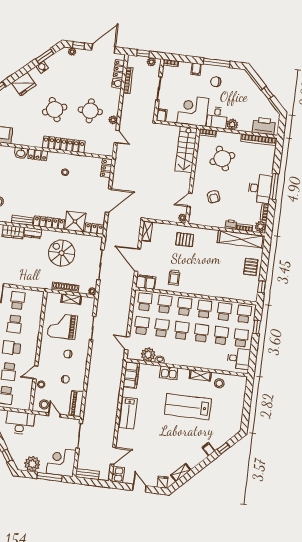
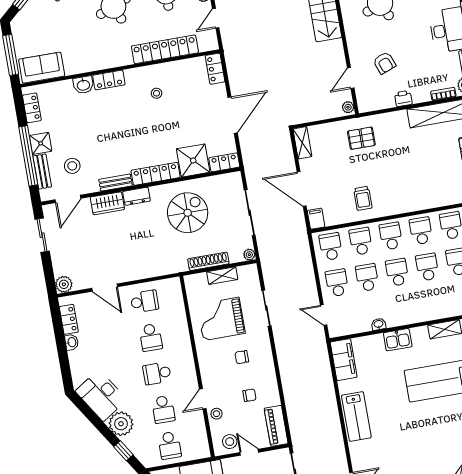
door: (116, 137) -> (216, 18), swing flipped
locker: (64, 145) -> (165, 49), moved
printer: (231, 224) -> (403, 99), moved
spiral stairs: (62, 253) -> (188, 213), turned 90
filing cabinet: (146, 282) -> (316, 219), width x0.50
school desk: (18, 300) -> (144, 301), turned 90
plant: (148, 355) -> (359, 322), removed

